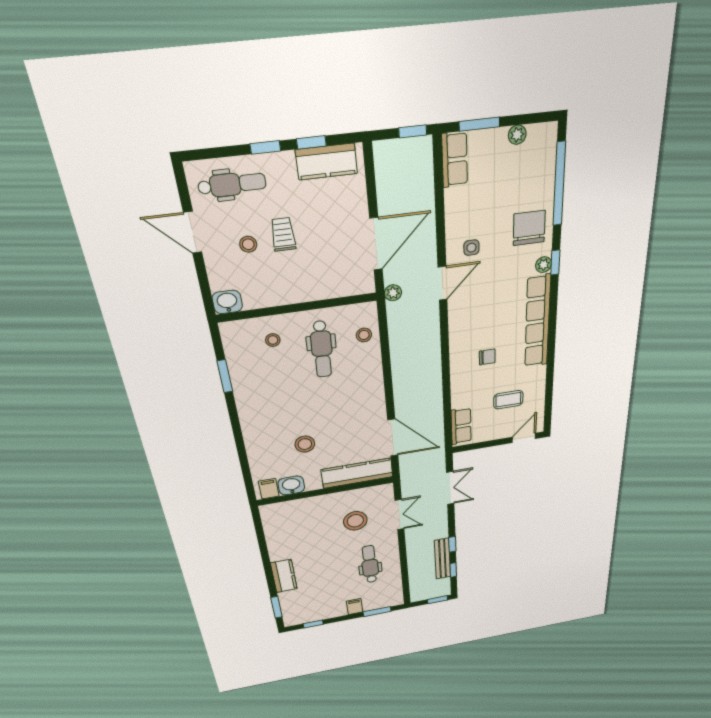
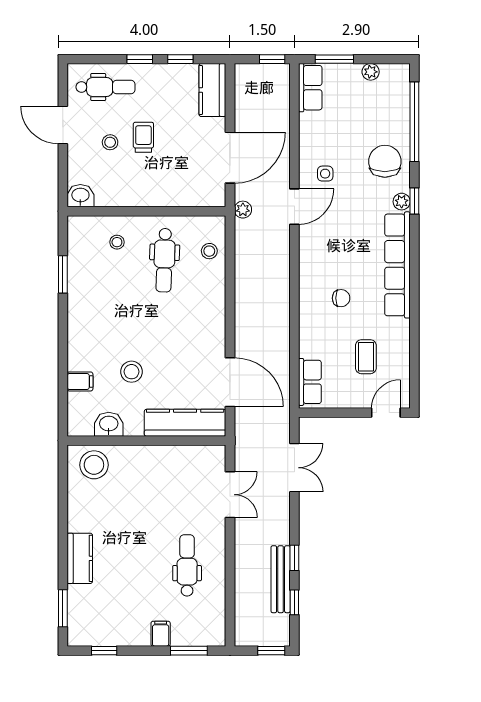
kitchen counter: (327, 162) -> (212, 90), moved, turned 90
coffee table: (508, 400) -> (366, 357), turned 90
filing cabinet: (269, 489) -> (80, 381), moved, turned 90
stool: (355, 521) -> (94, 465), moved

